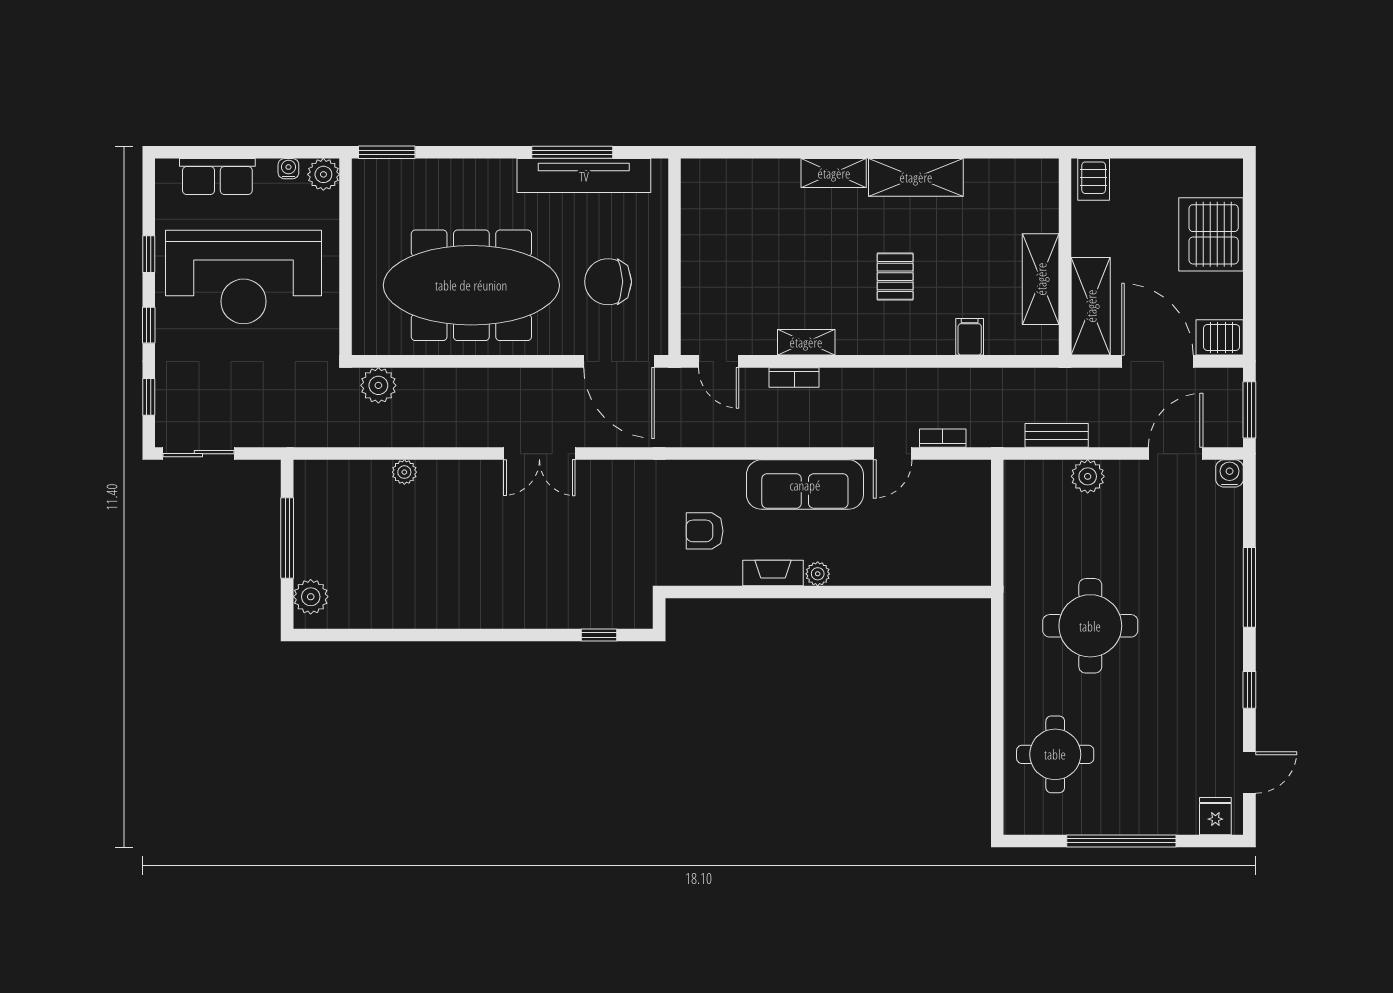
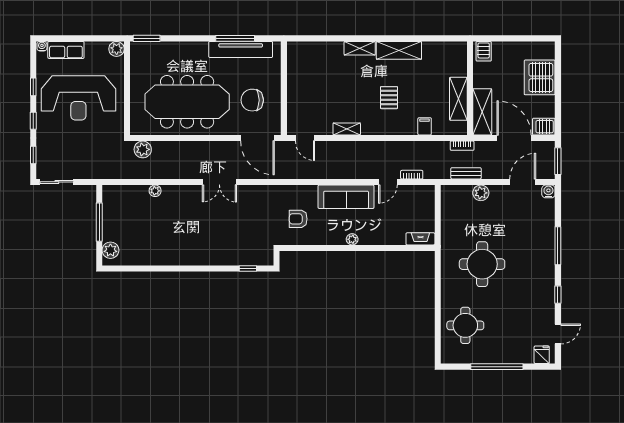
water cooler: (288, 169) -> (42, 46), moved
bookcase: (794, 377) -> (462, 146), moved
fireplace: (773, 573) -> (420, 239), moved

